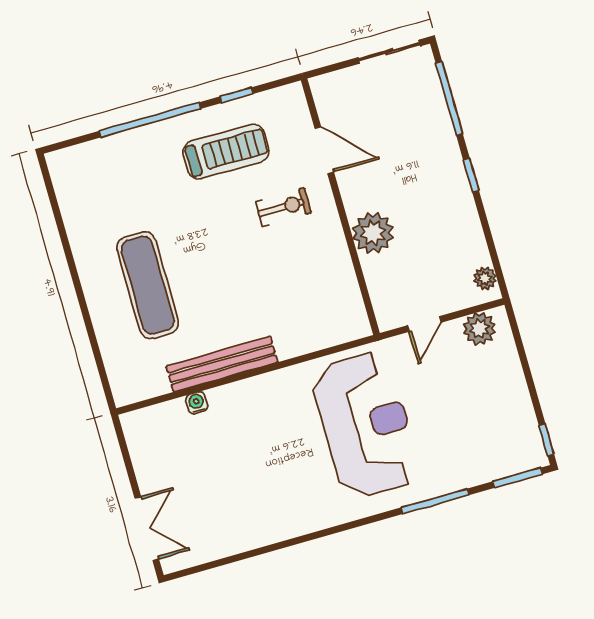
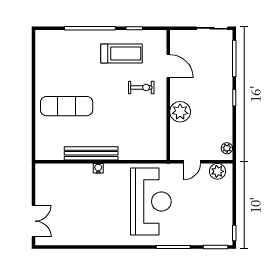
exercise mat: (148, 285) -> (67, 106), turned 90
water cooler: (197, 403) -> (98, 168), moved

